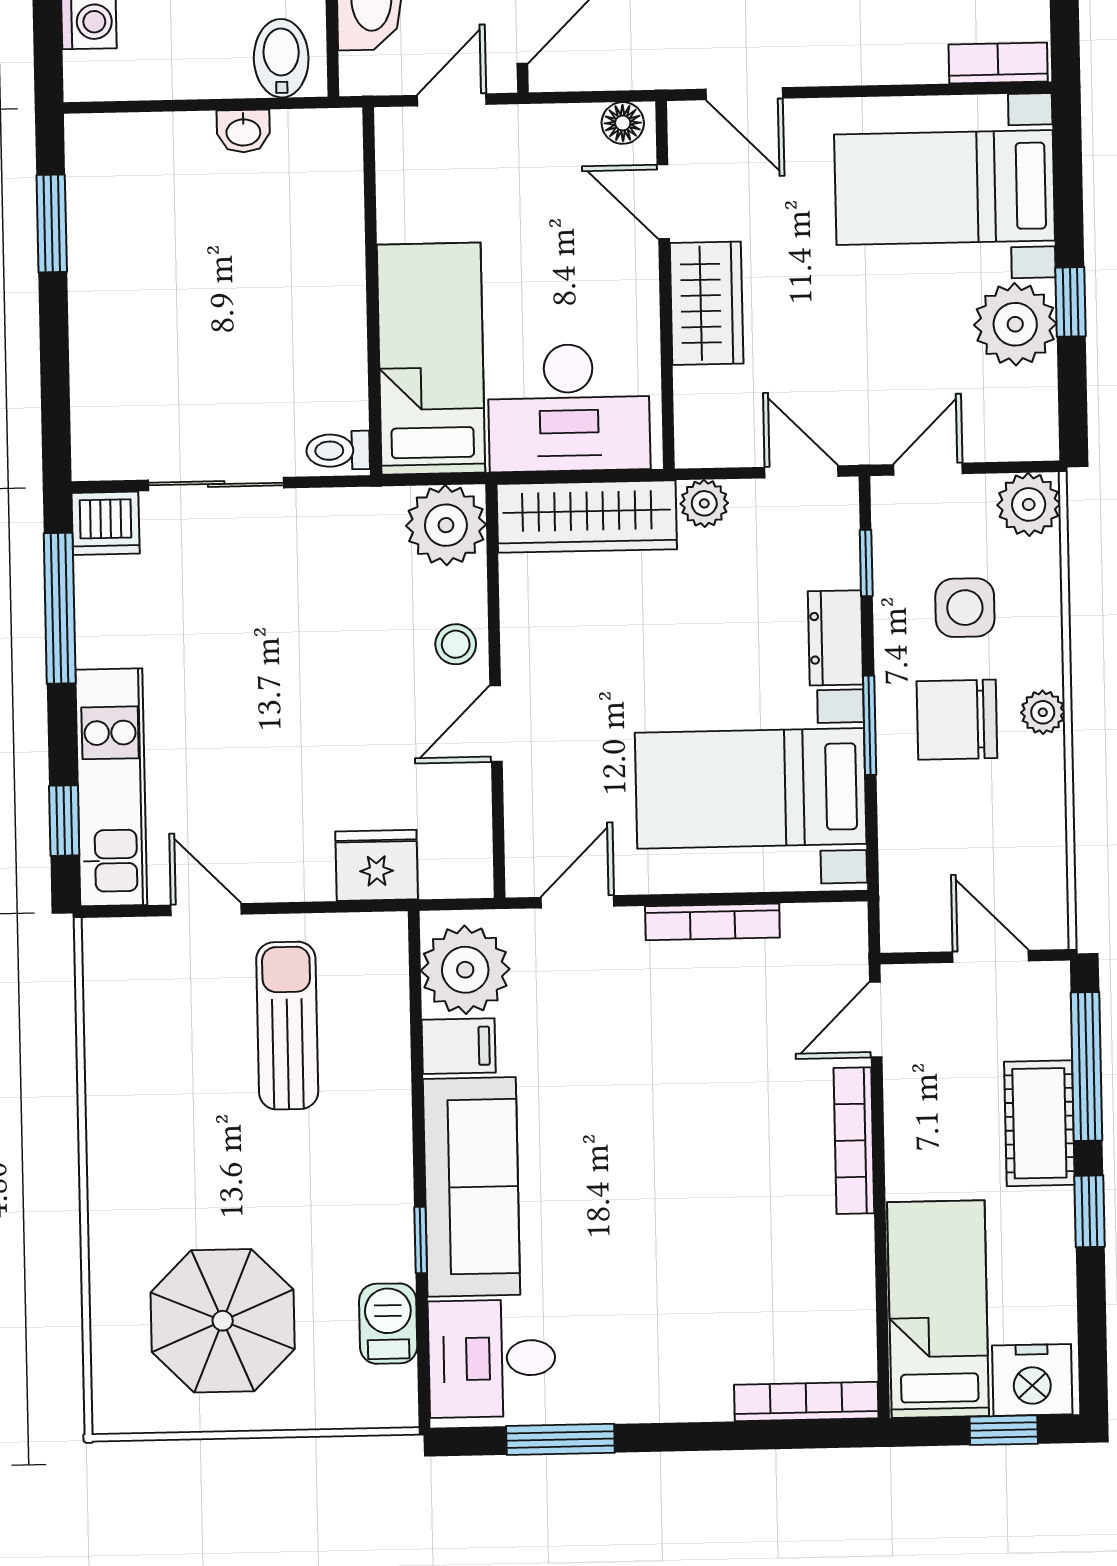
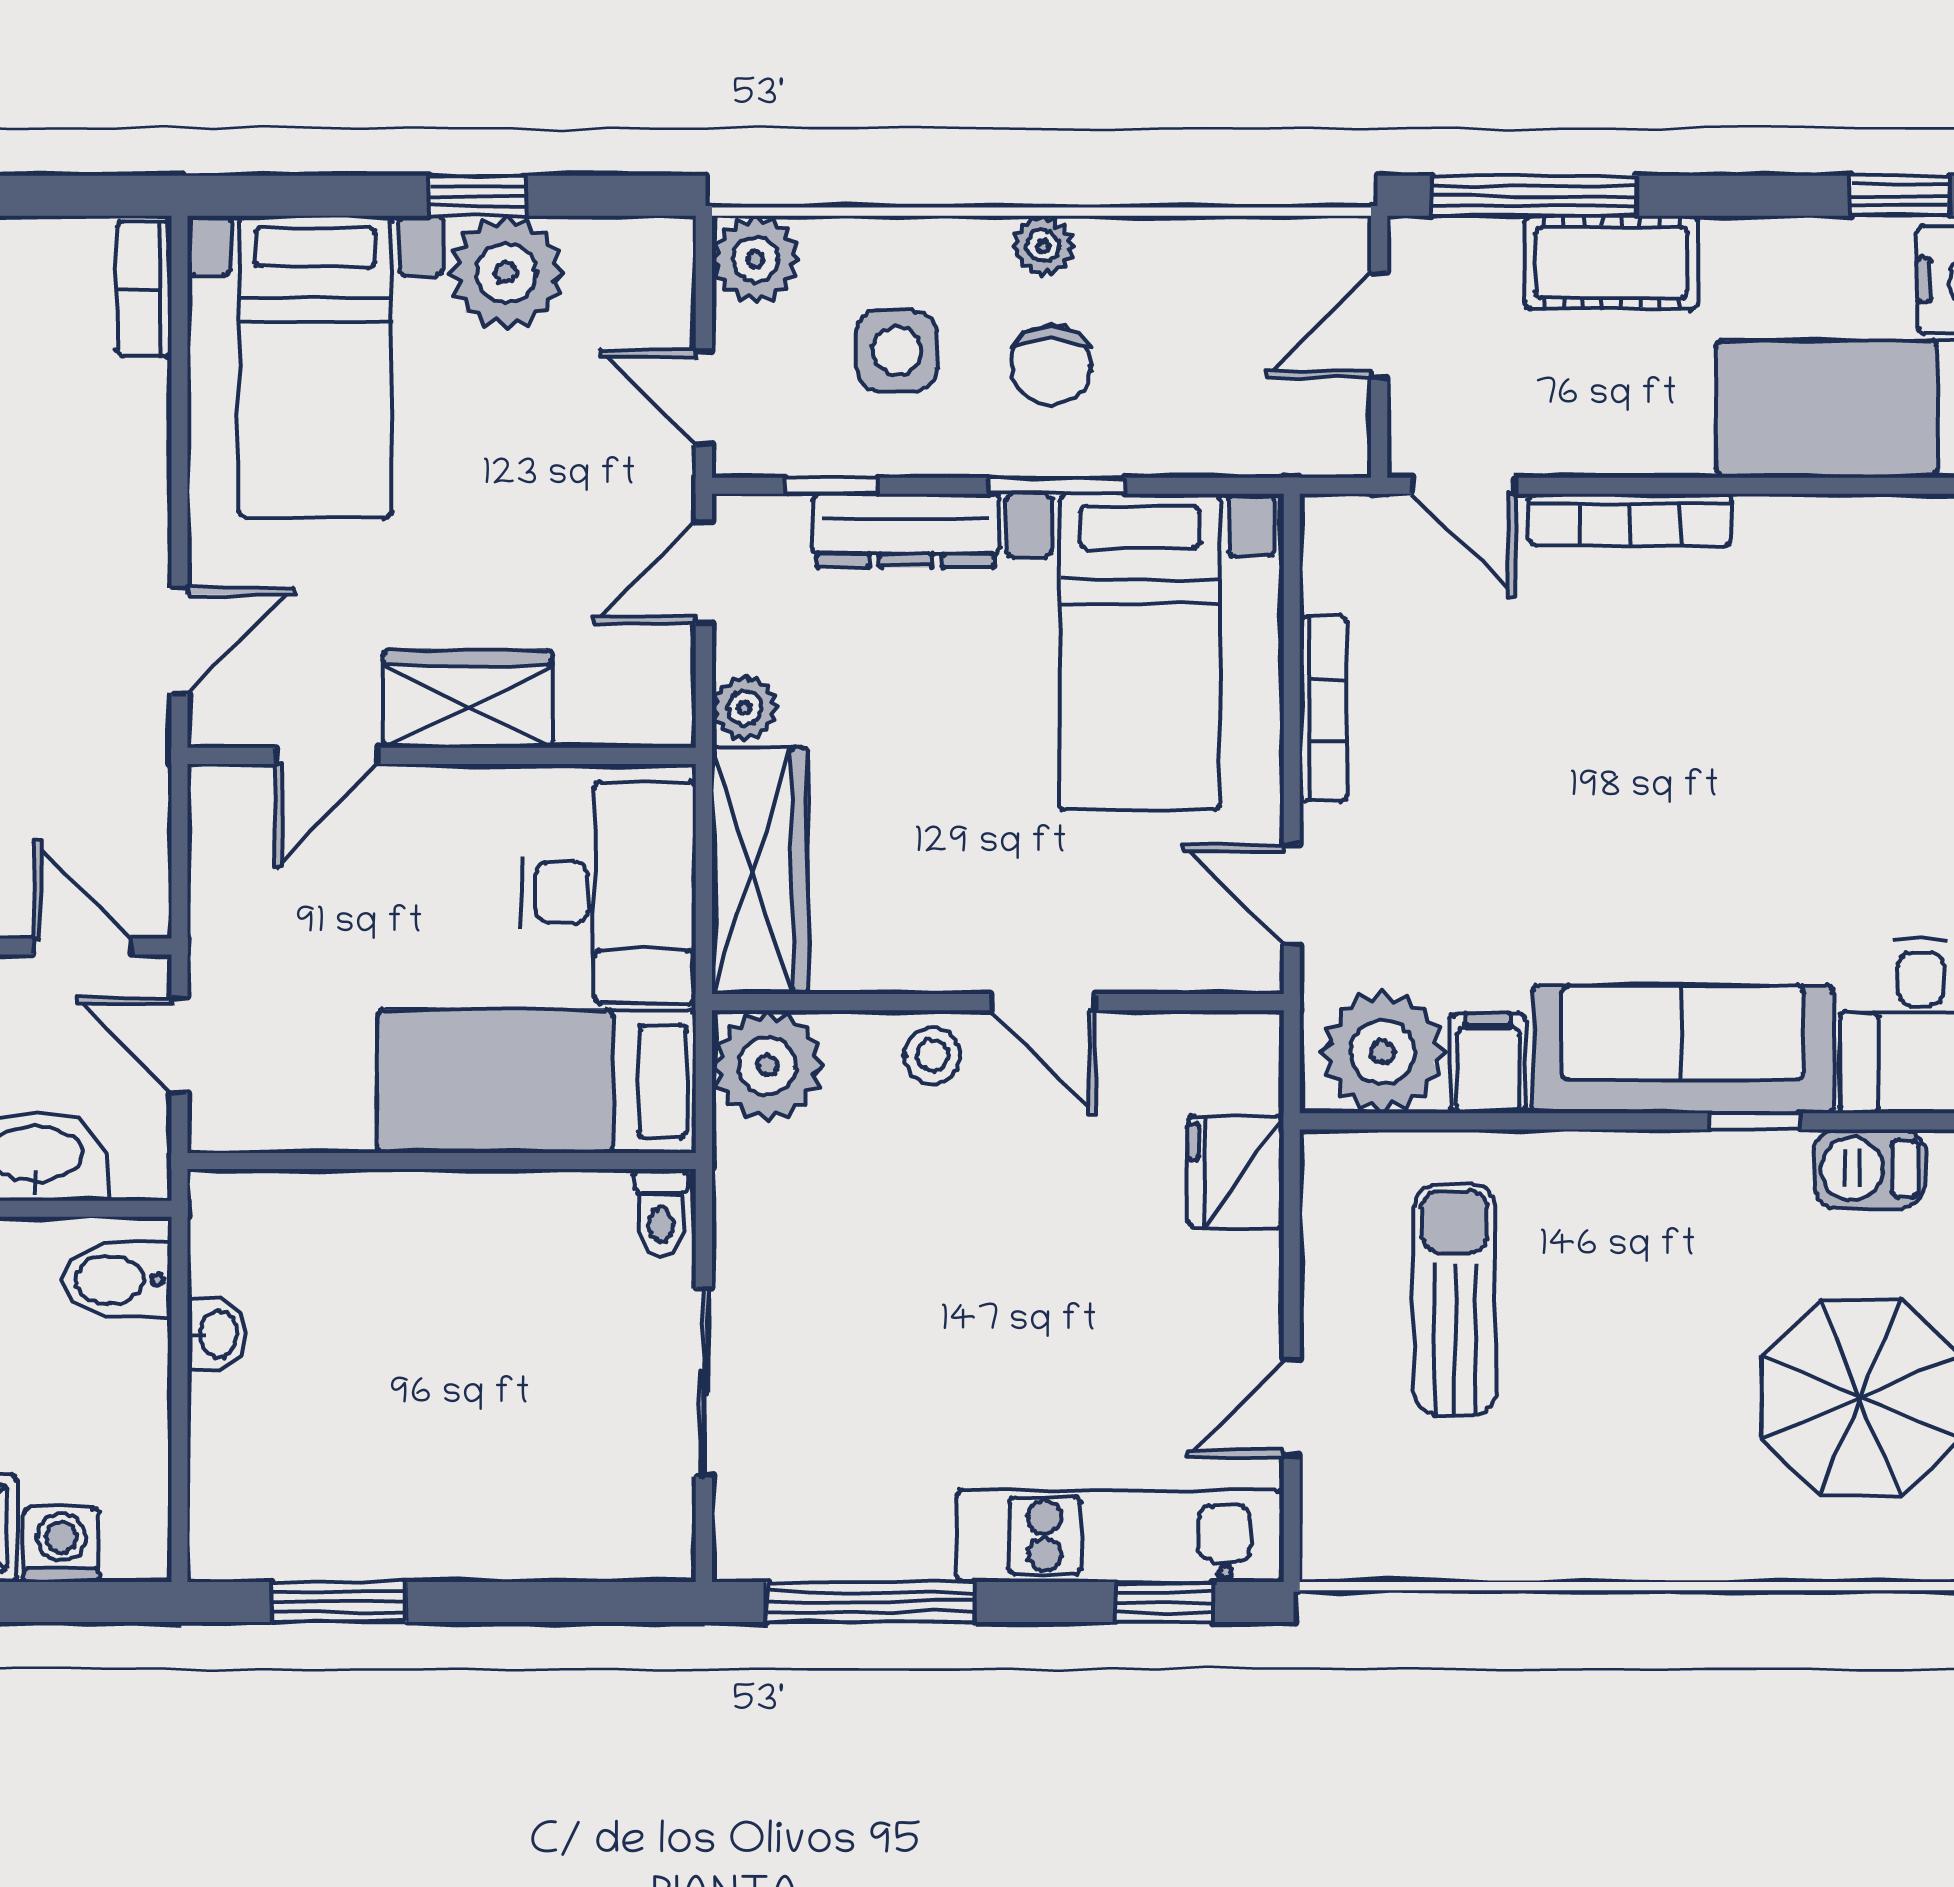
floor lamp: (623, 123) -> (217, 810), removed
dishwasher: (106, 523) -> (755, 1536), removed
dresser: (835, 638) -> (906, 530), width x1.44
chair: (957, 720) -> (1051, 365), width x0.73, depth x0.73
sun lounger: (287, 1026) -> (1455, 1300), turned 90
window: (1090, 1211) -> (1899, 196), moved

